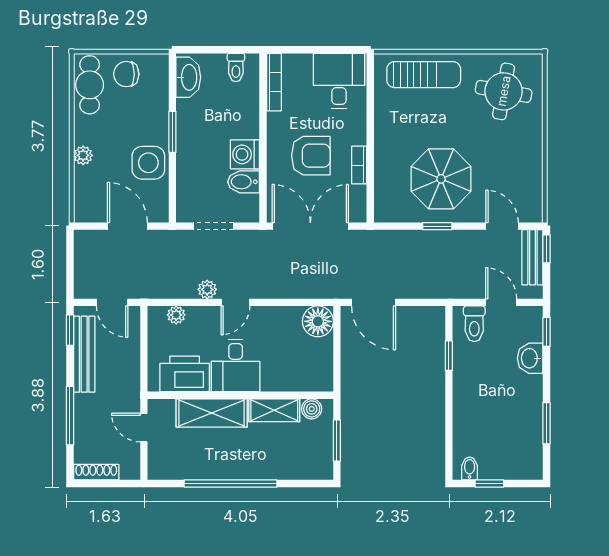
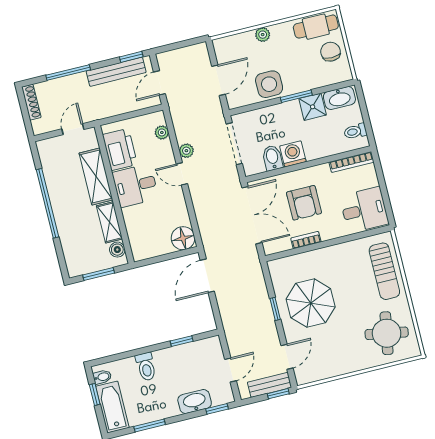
shower: (191, 114) -> (313, 107), added
doorway: (213, 226) -> (234, 144), width x1.38
toilet: (474, 324) -> (146, 367), moved, turned -90
washbasin: (530, 358) -> (195, 402), width x1.38
bathtub: (511, 465) -> (112, 407), added

